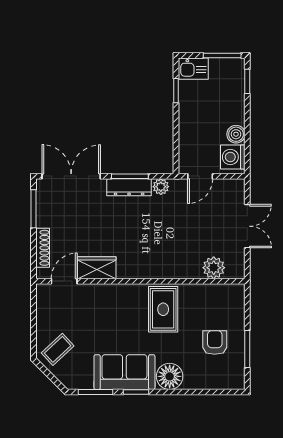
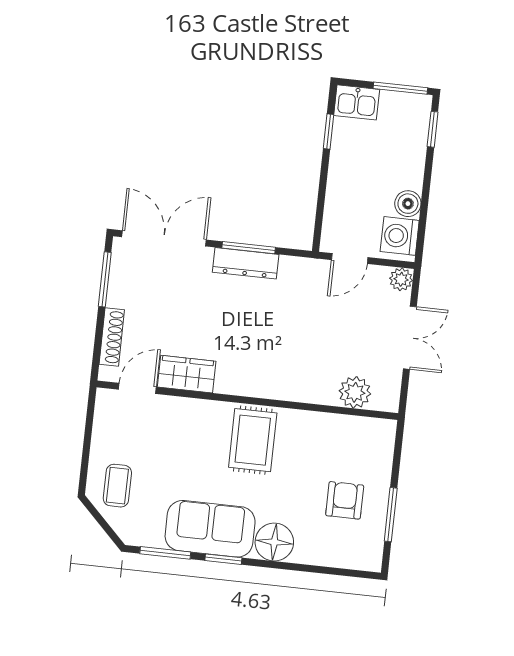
plant: (161, 187) -> (401, 279), moved
rug: (163, 309) -> (253, 440), moved
coffee table: (58, 349) -> (117, 486), turned -47

